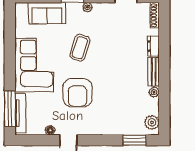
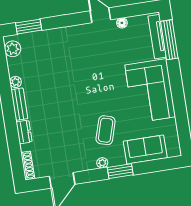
coffee table: (80, 48) -> (106, 130), moved
armchair: (78, 93) -> (98, 68), removed

